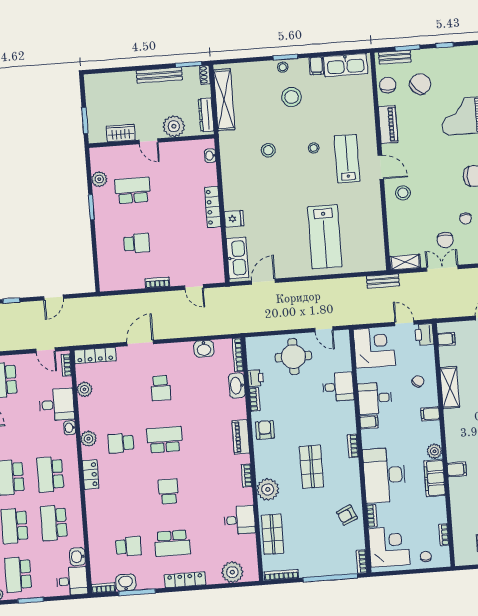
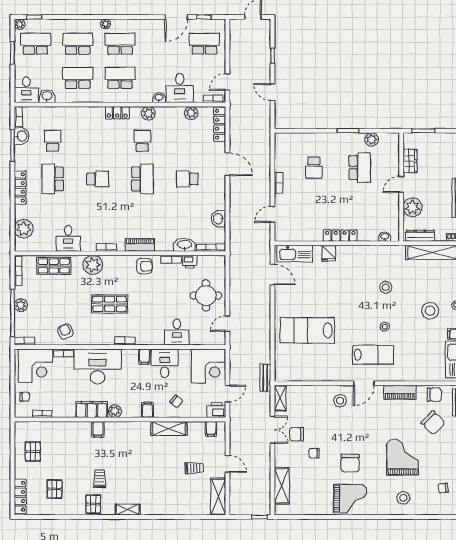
school desk: (128, 546) -> (53, 141), turned 180
plant: (321, 569) -> (21, 305), added

